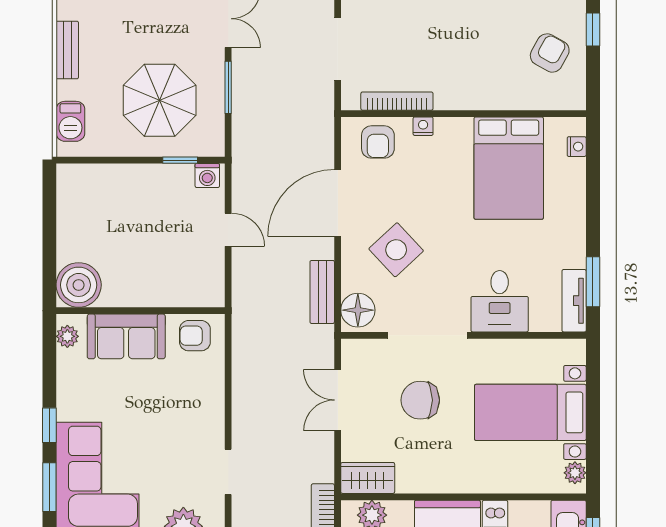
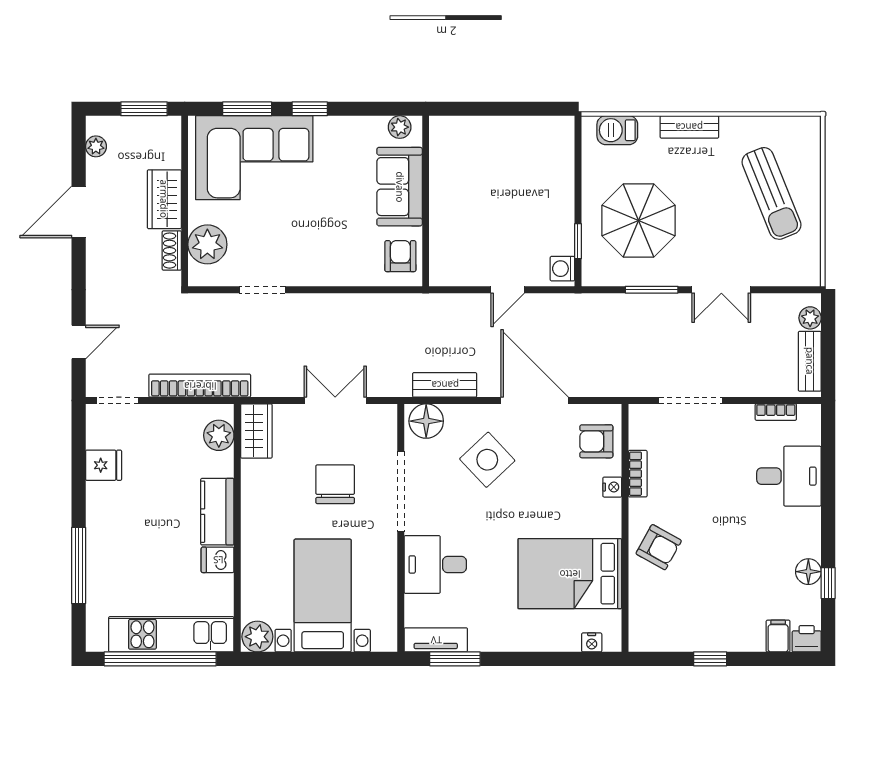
armchair: (550, 53) -> (659, 547), moved
bookcase: (397, 101) -> (638, 474), width x0.64
boiler: (79, 285) -> (452, 138), removed
plant: (575, 473) -> (257, 637), width x1.38, depth x1.38

